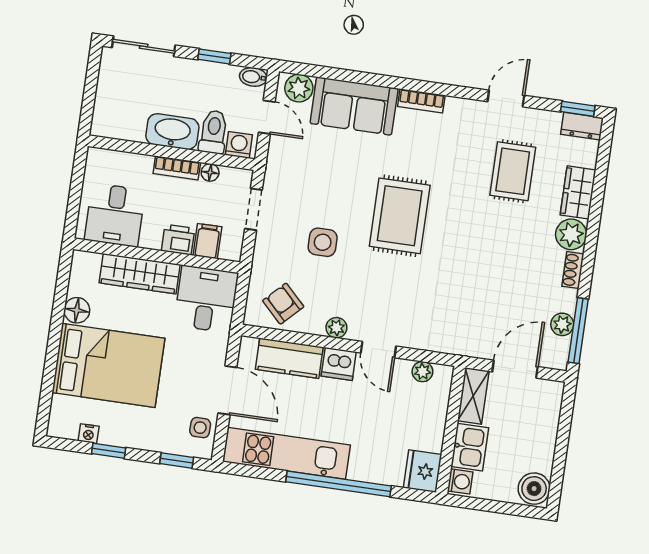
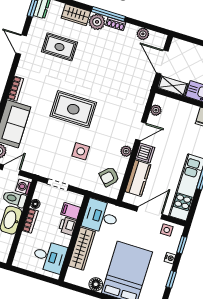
window: (578, 331) -> (108, 14), moved
nightstand: (89, 434) -> (170, 258), moved

